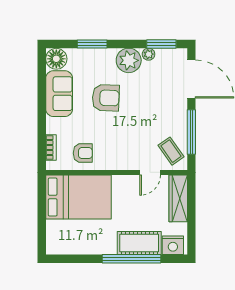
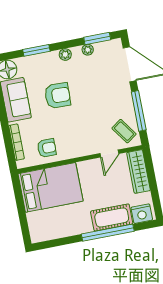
plant: (129, 60) -> (65, 54), width x0.53, depth x0.53
bookcase: (51, 148) -> (16, 142), width x1.56

